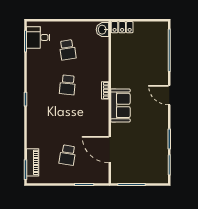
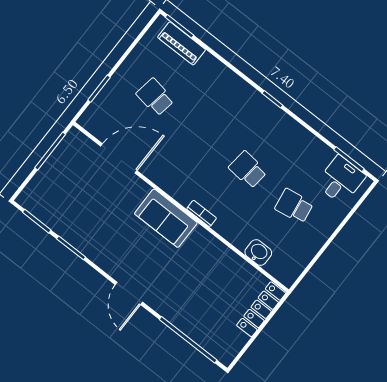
locker: (122, 27) -> (261, 309), width x1.53
washbasin: (103, 30) -> (258, 253), moved
door: (169, 95) -> (129, 293), swing flipped

